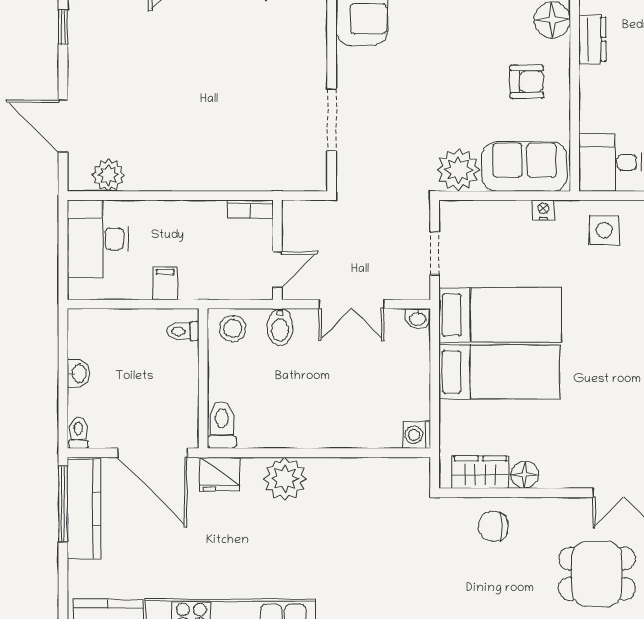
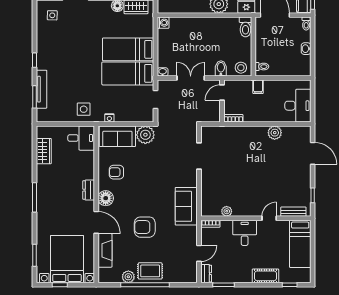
plant: (108, 175) -> (275, 133), moved
filing cabinet: (165, 284) -> (258, 87), moved

